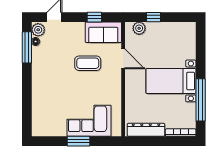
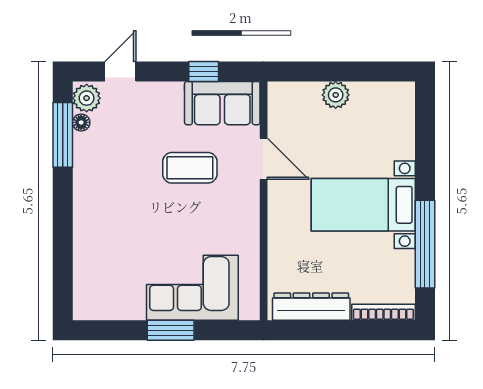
window: (153, 17) -> (327, 72), removed
plant: (139, 28) -> (336, 95), moved

